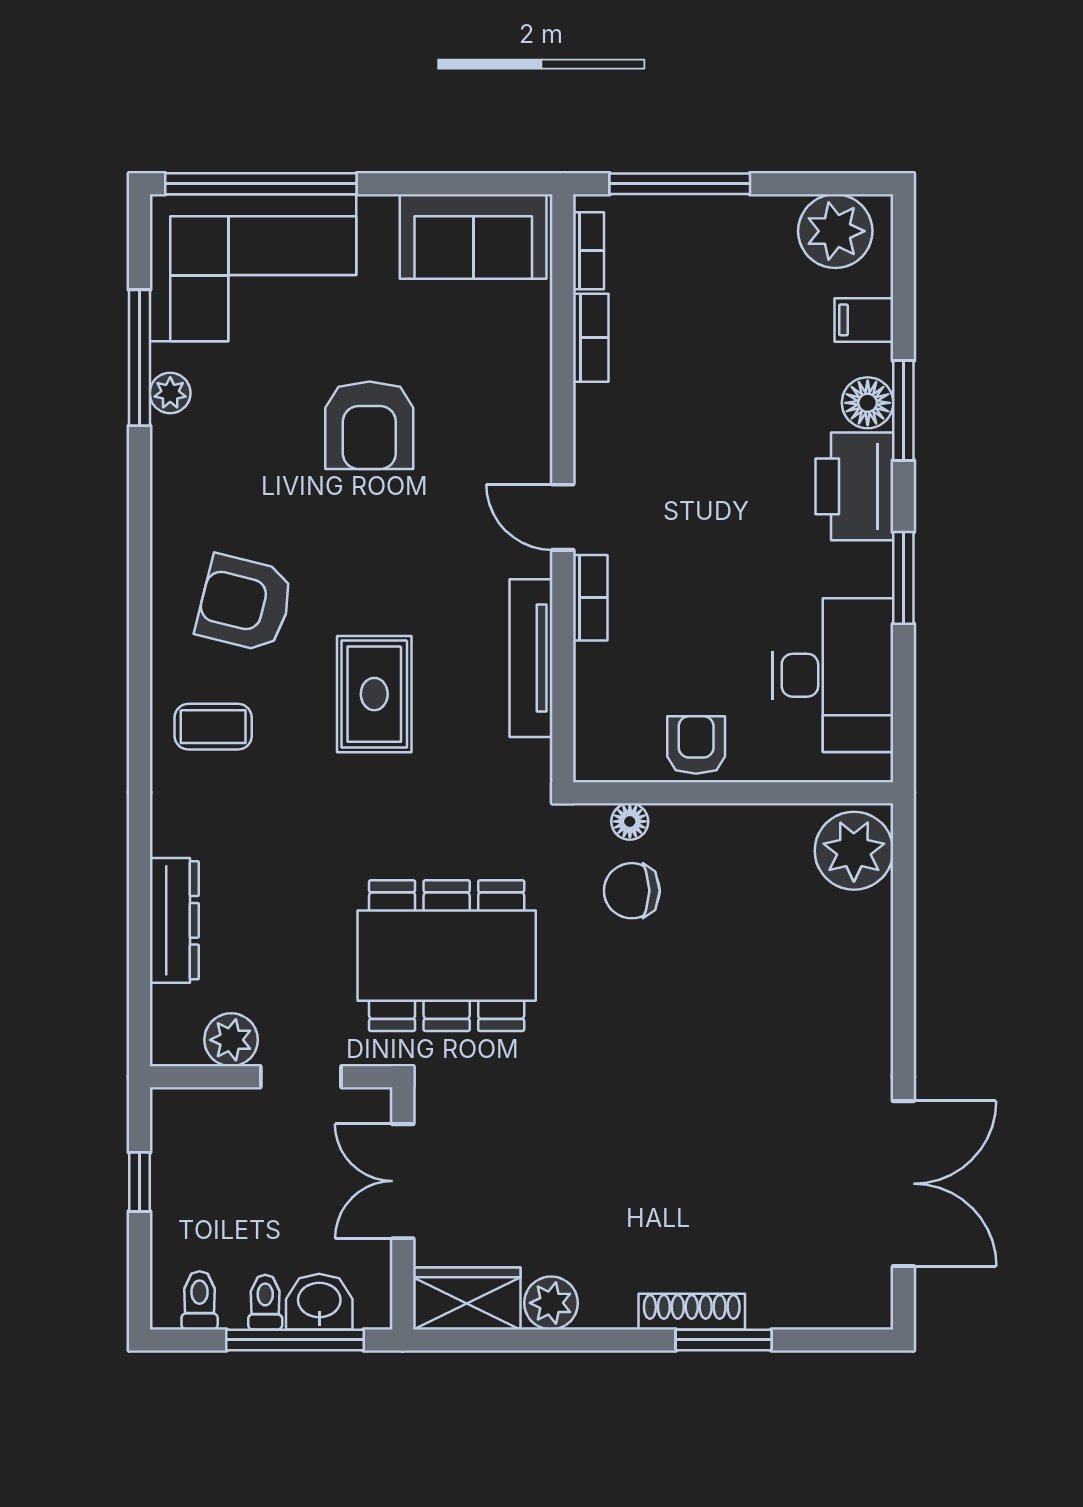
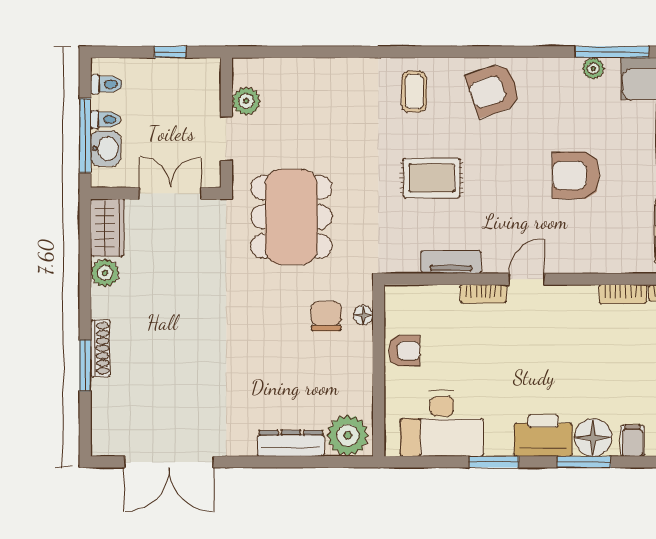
floor lamp: (868, 403) -> (593, 438), width x1.38, depth x1.38
armchair: (245, 603) -> (493, 90), moved, turned -123
tv unit: (531, 658) -> (451, 262), width x0.71
dresser: (174, 920) -> (291, 443), moved, turned 180

